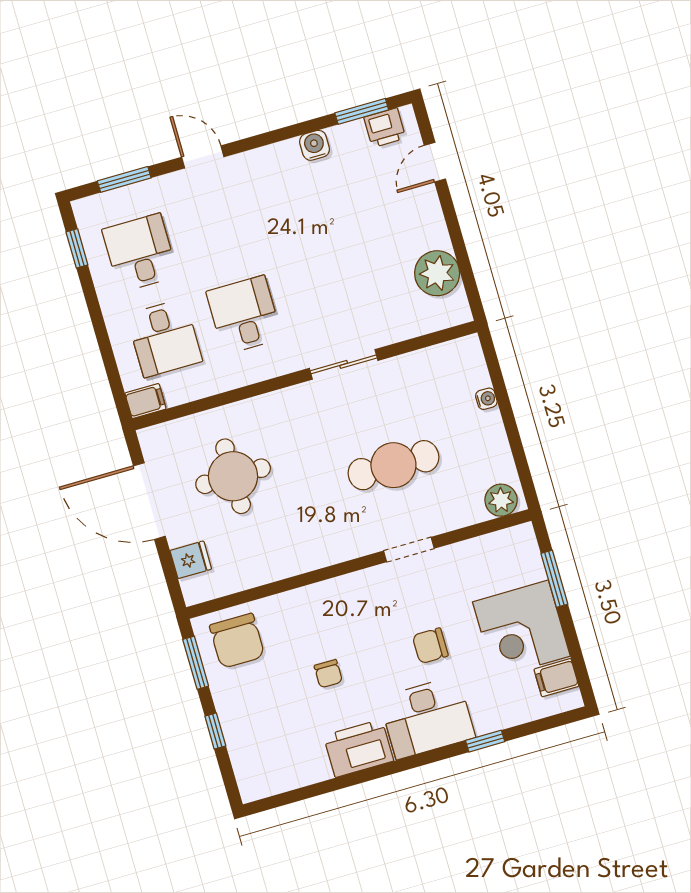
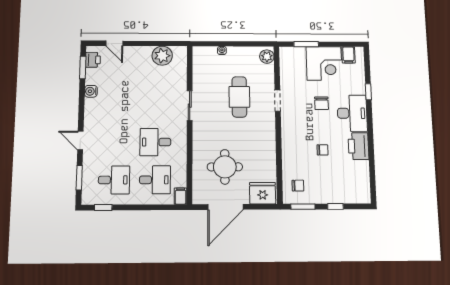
door: (203, 157) -> (80, 140), hinge flipped
desk: (140, 253) -> (114, 180), turned 180
fridge: (191, 560) -> (263, 193), width x1.88, depth x1.34
chair: (237, 641) -> (298, 186), width x0.54, depth x0.54

